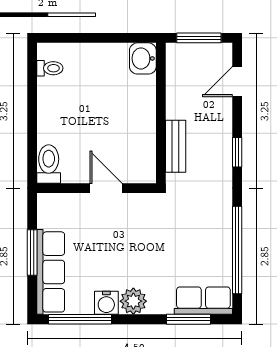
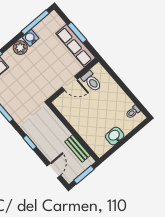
washbasin: (143, 58) -> (115, 136), moved, turned -90
bench: (176, 146) -> (77, 149), moved
toilet: (49, 164) -> (92, 81), moved
row of seats: (51, 272) -> (76, 46), moved

